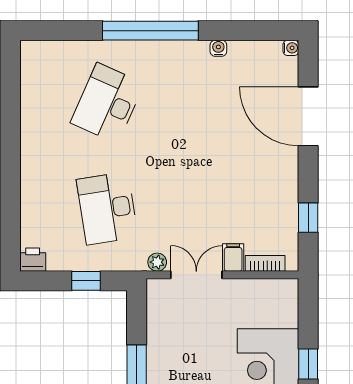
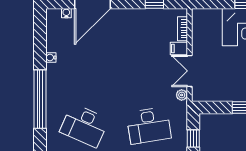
water cooler: (291, 48) -> (66, 13), moved

